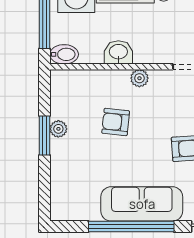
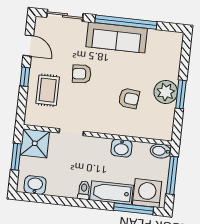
plant: (139, 78) -> (108, 128), removed
plant: (58, 129) -> (166, 92), width x1.87, depth x1.87

